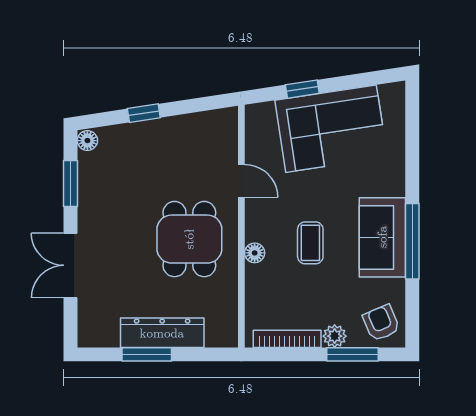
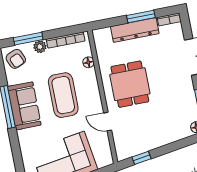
window: (144, 113) -> (142, 158), moved
coffee table: (310, 243) -> (63, 95), width x1.86, depth x1.72
floor lamp: (255, 253) -> (88, 62), moved
bookcase: (98, 339) -> (169, 19), added

